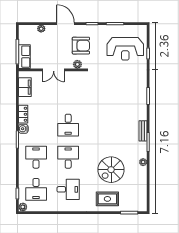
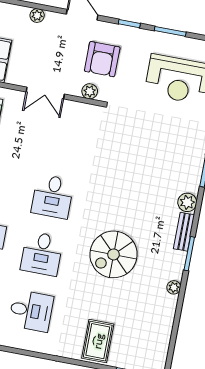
armchair: (81, 46) -> (102, 59), turned 90
plant: (142, 115) -> (187, 202), added
desk: (68, 157) -> (42, 254), turned 180
spiral stairs: (111, 170) -> (114, 254), moved
rug: (107, 199) -> (98, 341), turned 90

